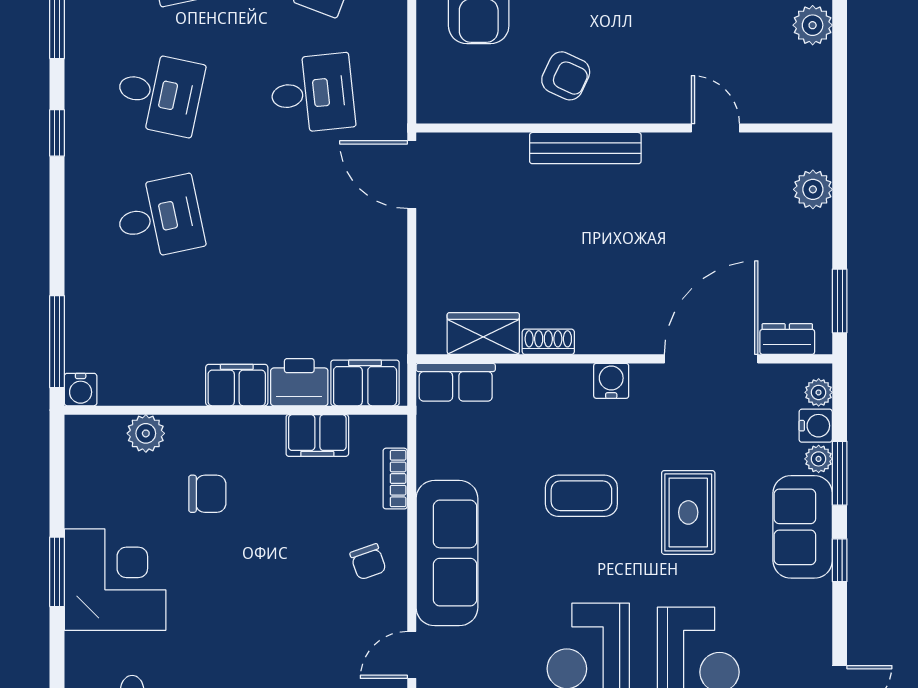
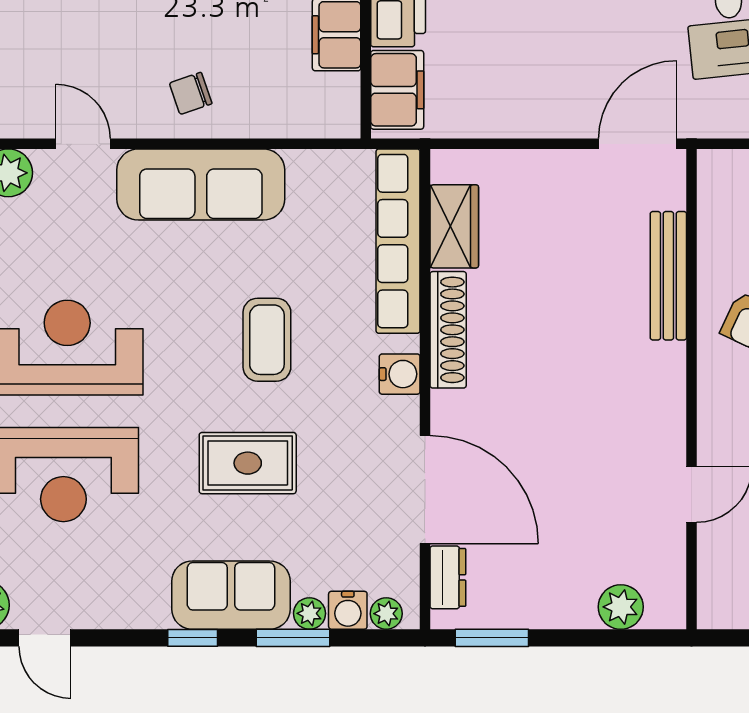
bench: (585, 148) -> (668, 276), moved
shoe rack: (548, 342) -> (448, 330), width x1.94, depth x1.24
row of seats: (456, 382) -> (398, 241), width x2.02
bookcase: (395, 479) -> (287, 125), removed

